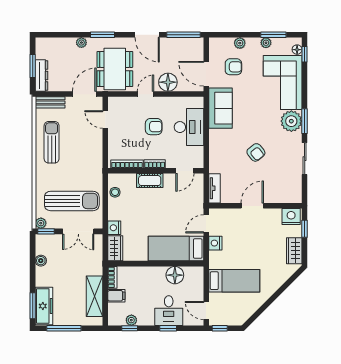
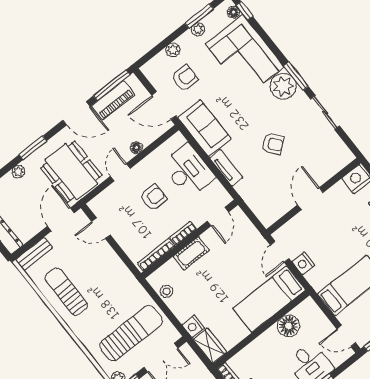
piano: (177, 45) -> (113, 100), added
floor lamp: (168, 82) -> (136, 148), width x0.53, depth x0.53
tv unit: (215, 188) -> (226, 168), moved

